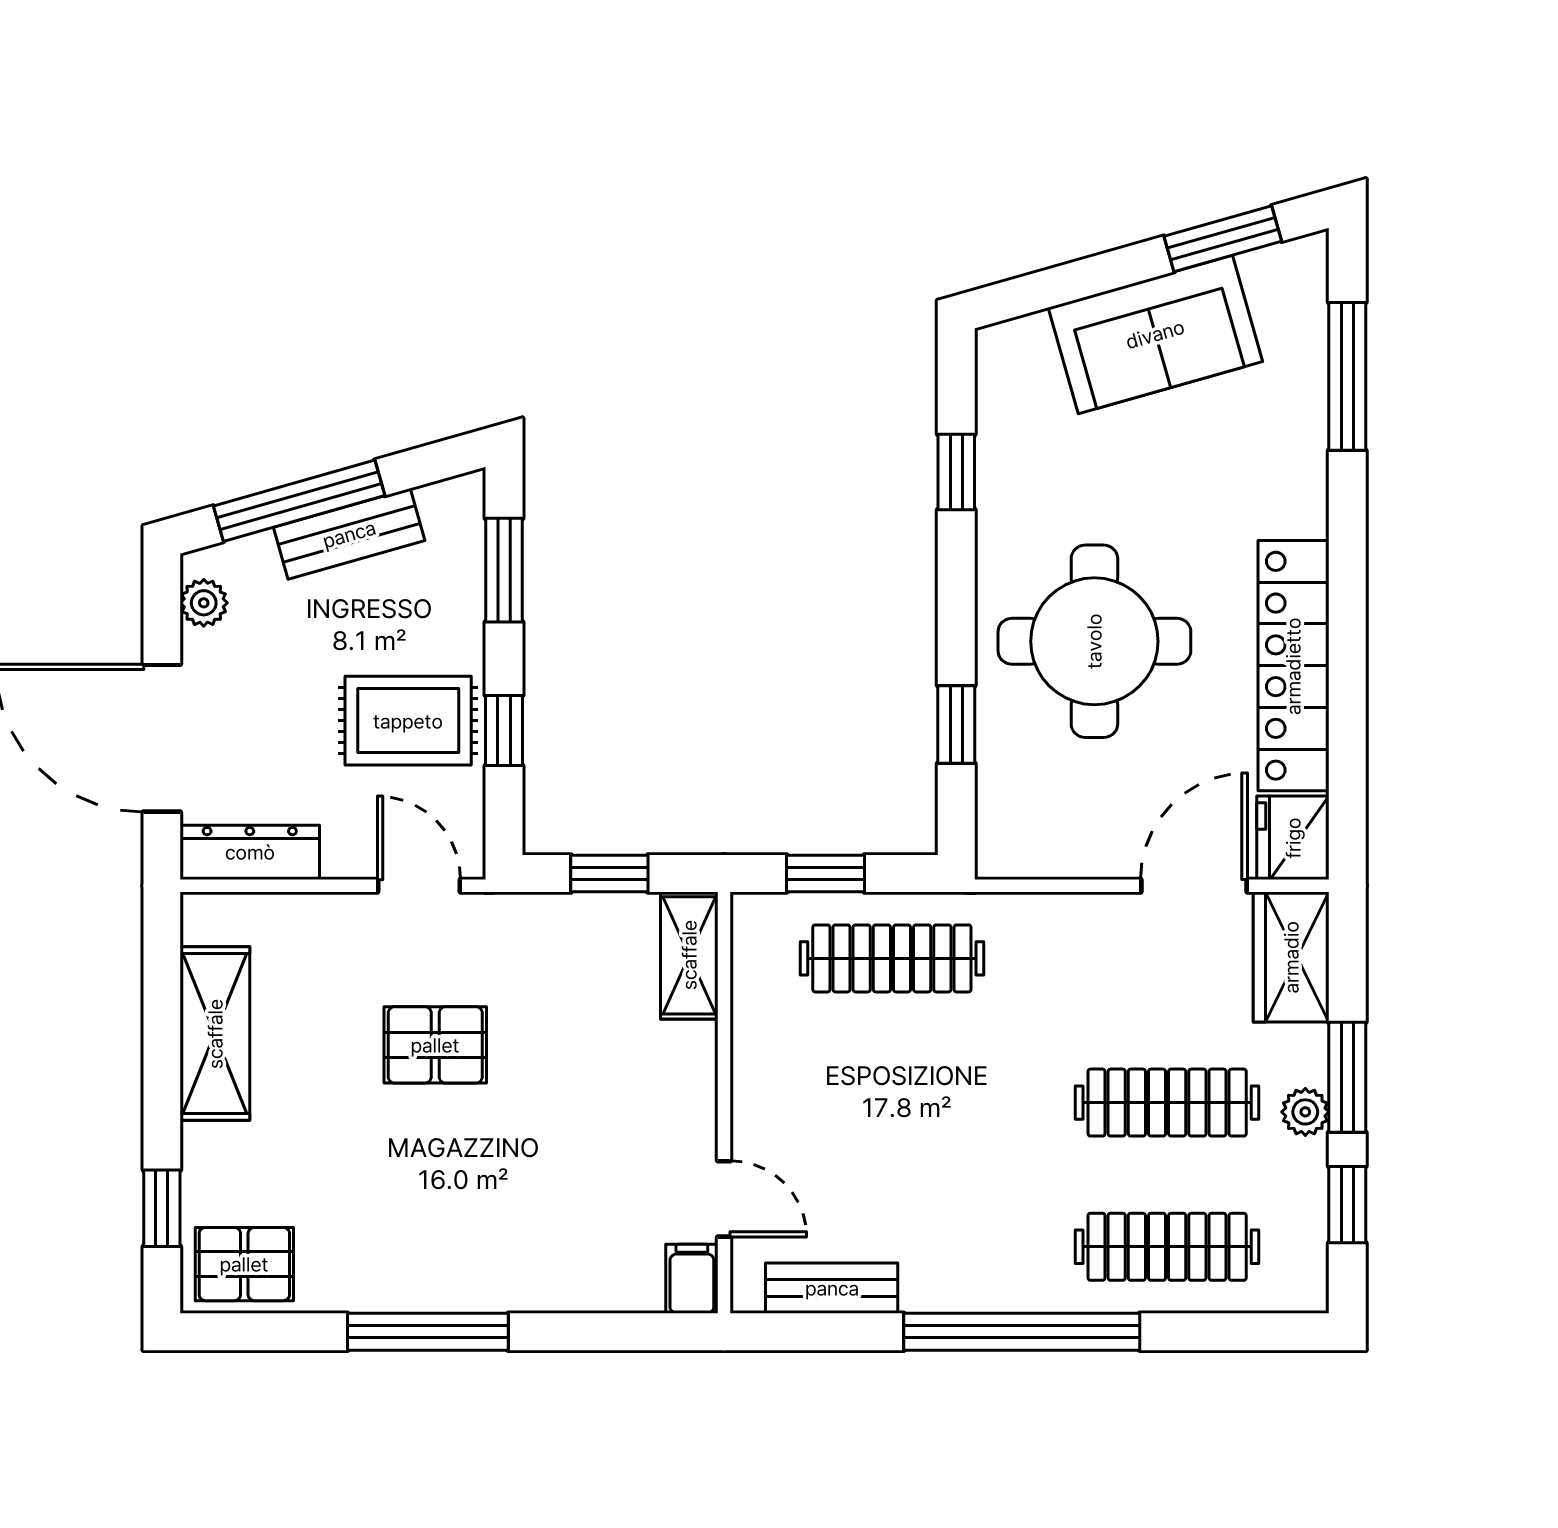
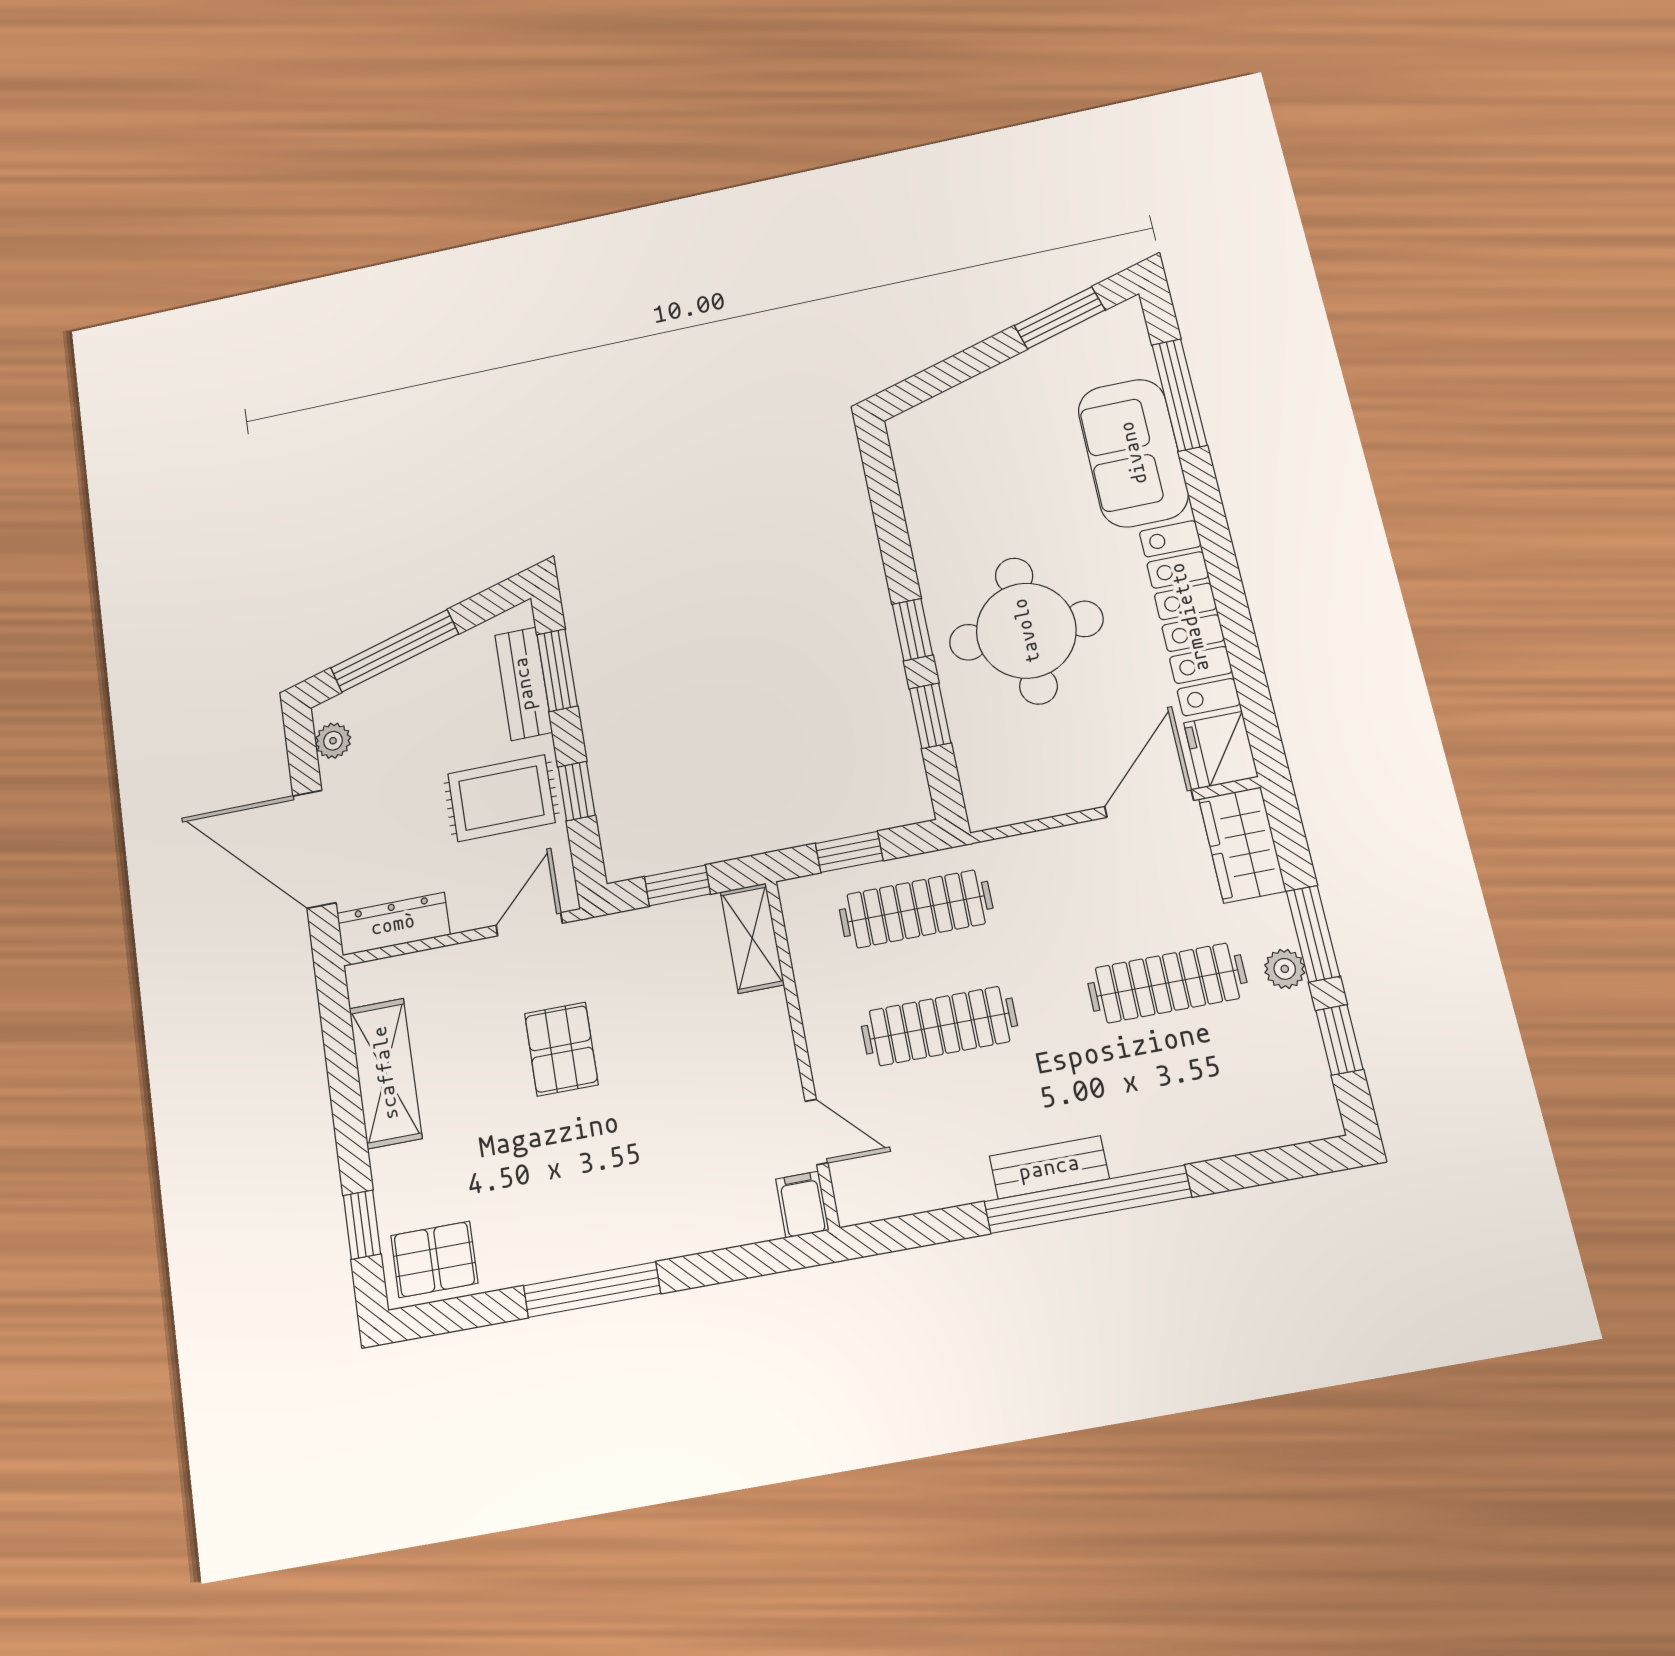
sofa: (1155, 334) -> (1133, 453), moved, turned 106
window: (956, 472) -> (912, 630), moved
bench: (349, 534) -> (524, 684), moved, turned -74
door: (419, 886) -> (529, 924), hinge flipped
pallet: (435, 1045) -> (561, 1049), turned 90
clothes rail: (1167, 1247) -> (939, 1026), moved
bench: (832, 1288) -> (1049, 1167), moved

